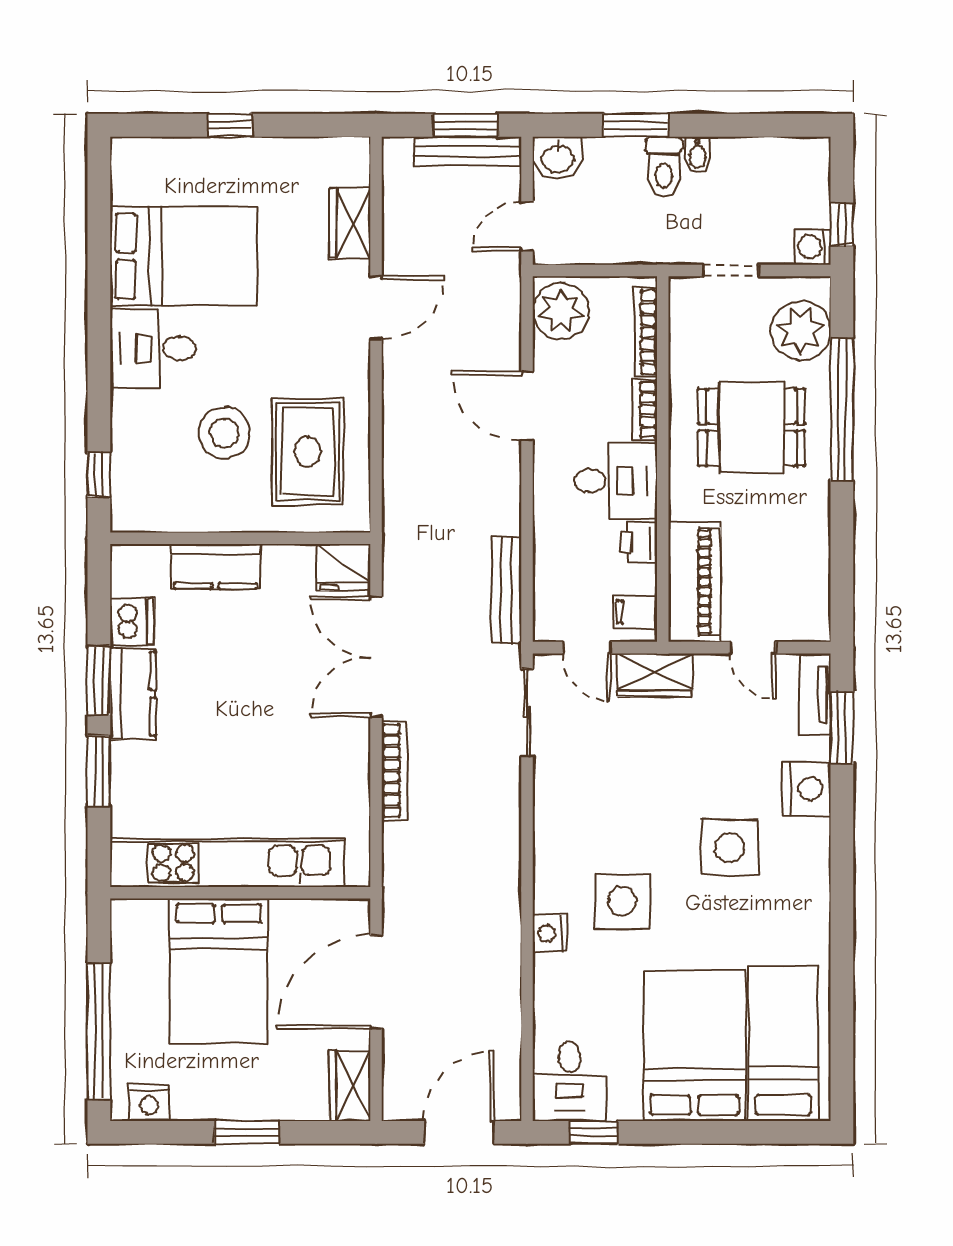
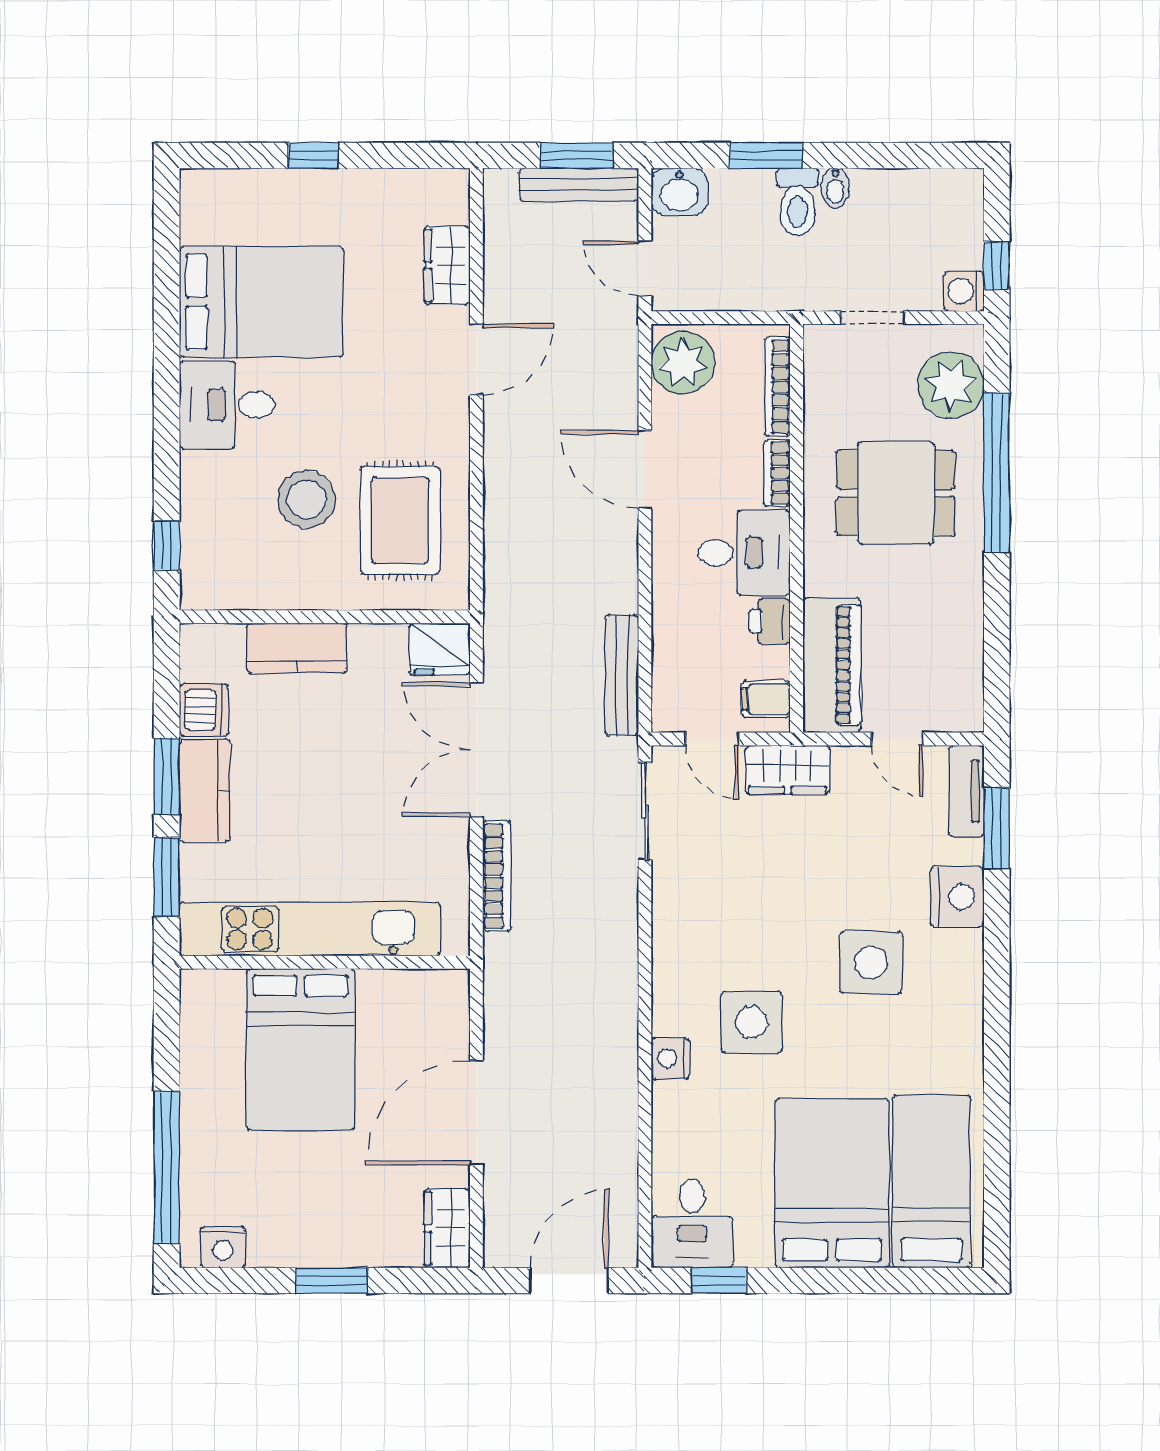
door: (527, 226) -> (645, 268), hinge flipped
kitchen unit: (227, 863) -> (310, 929), moved
wall: (240, 893) -> (325, 962), moved
bed: (219, 971) -> (301, 1049), moved

